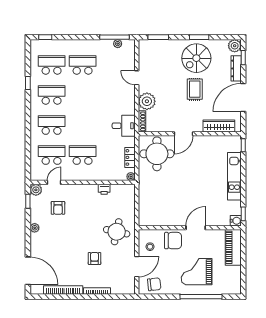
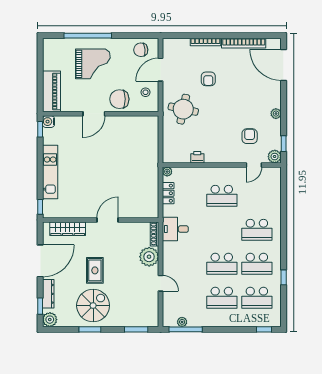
round table: (157, 154) -> (138, 197), removed
school desk: (52, 155) -> (222, 264), moved

